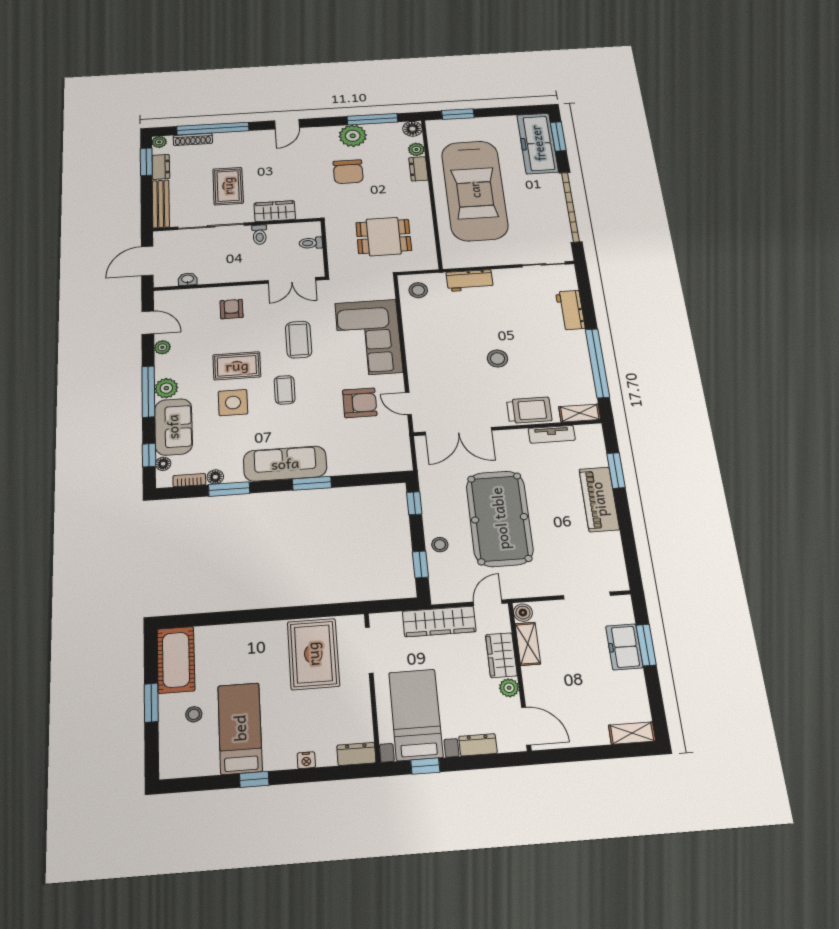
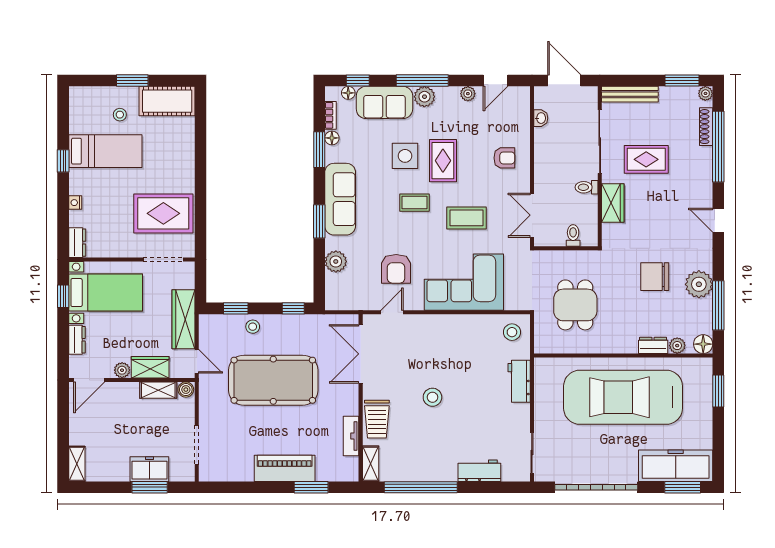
dresser: (161, 167) -> (674, 95), removed
plant: (356, 463) -> (336, 261), added

